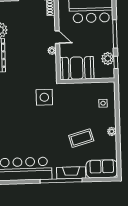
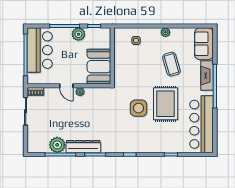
door: (57, 37) -> (66, 86), swing flipped
plant: (108, 58) -> (78, 34), moved
side table: (44, 97) -> (139, 108), moved
rug: (43, 134) -> (166, 104), added

